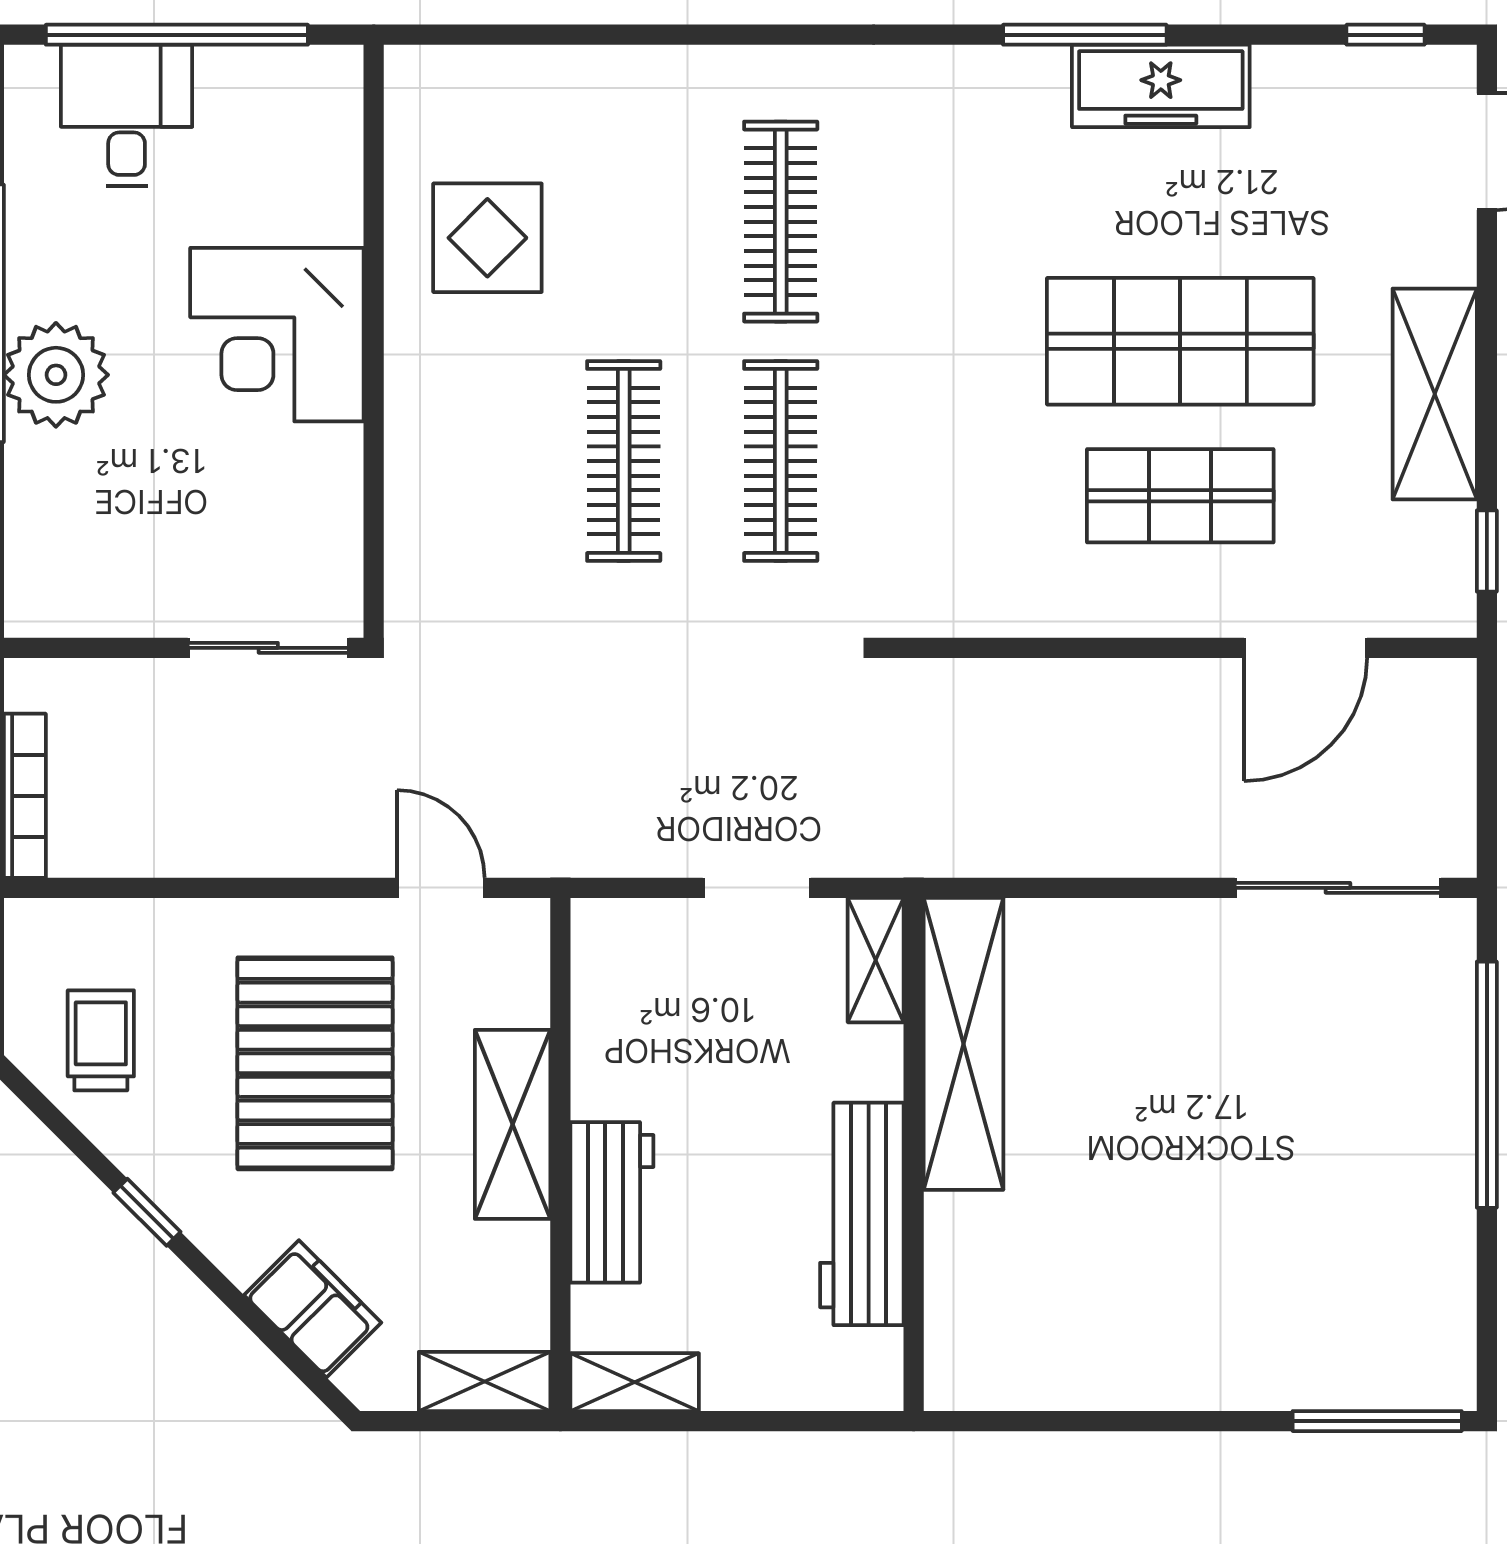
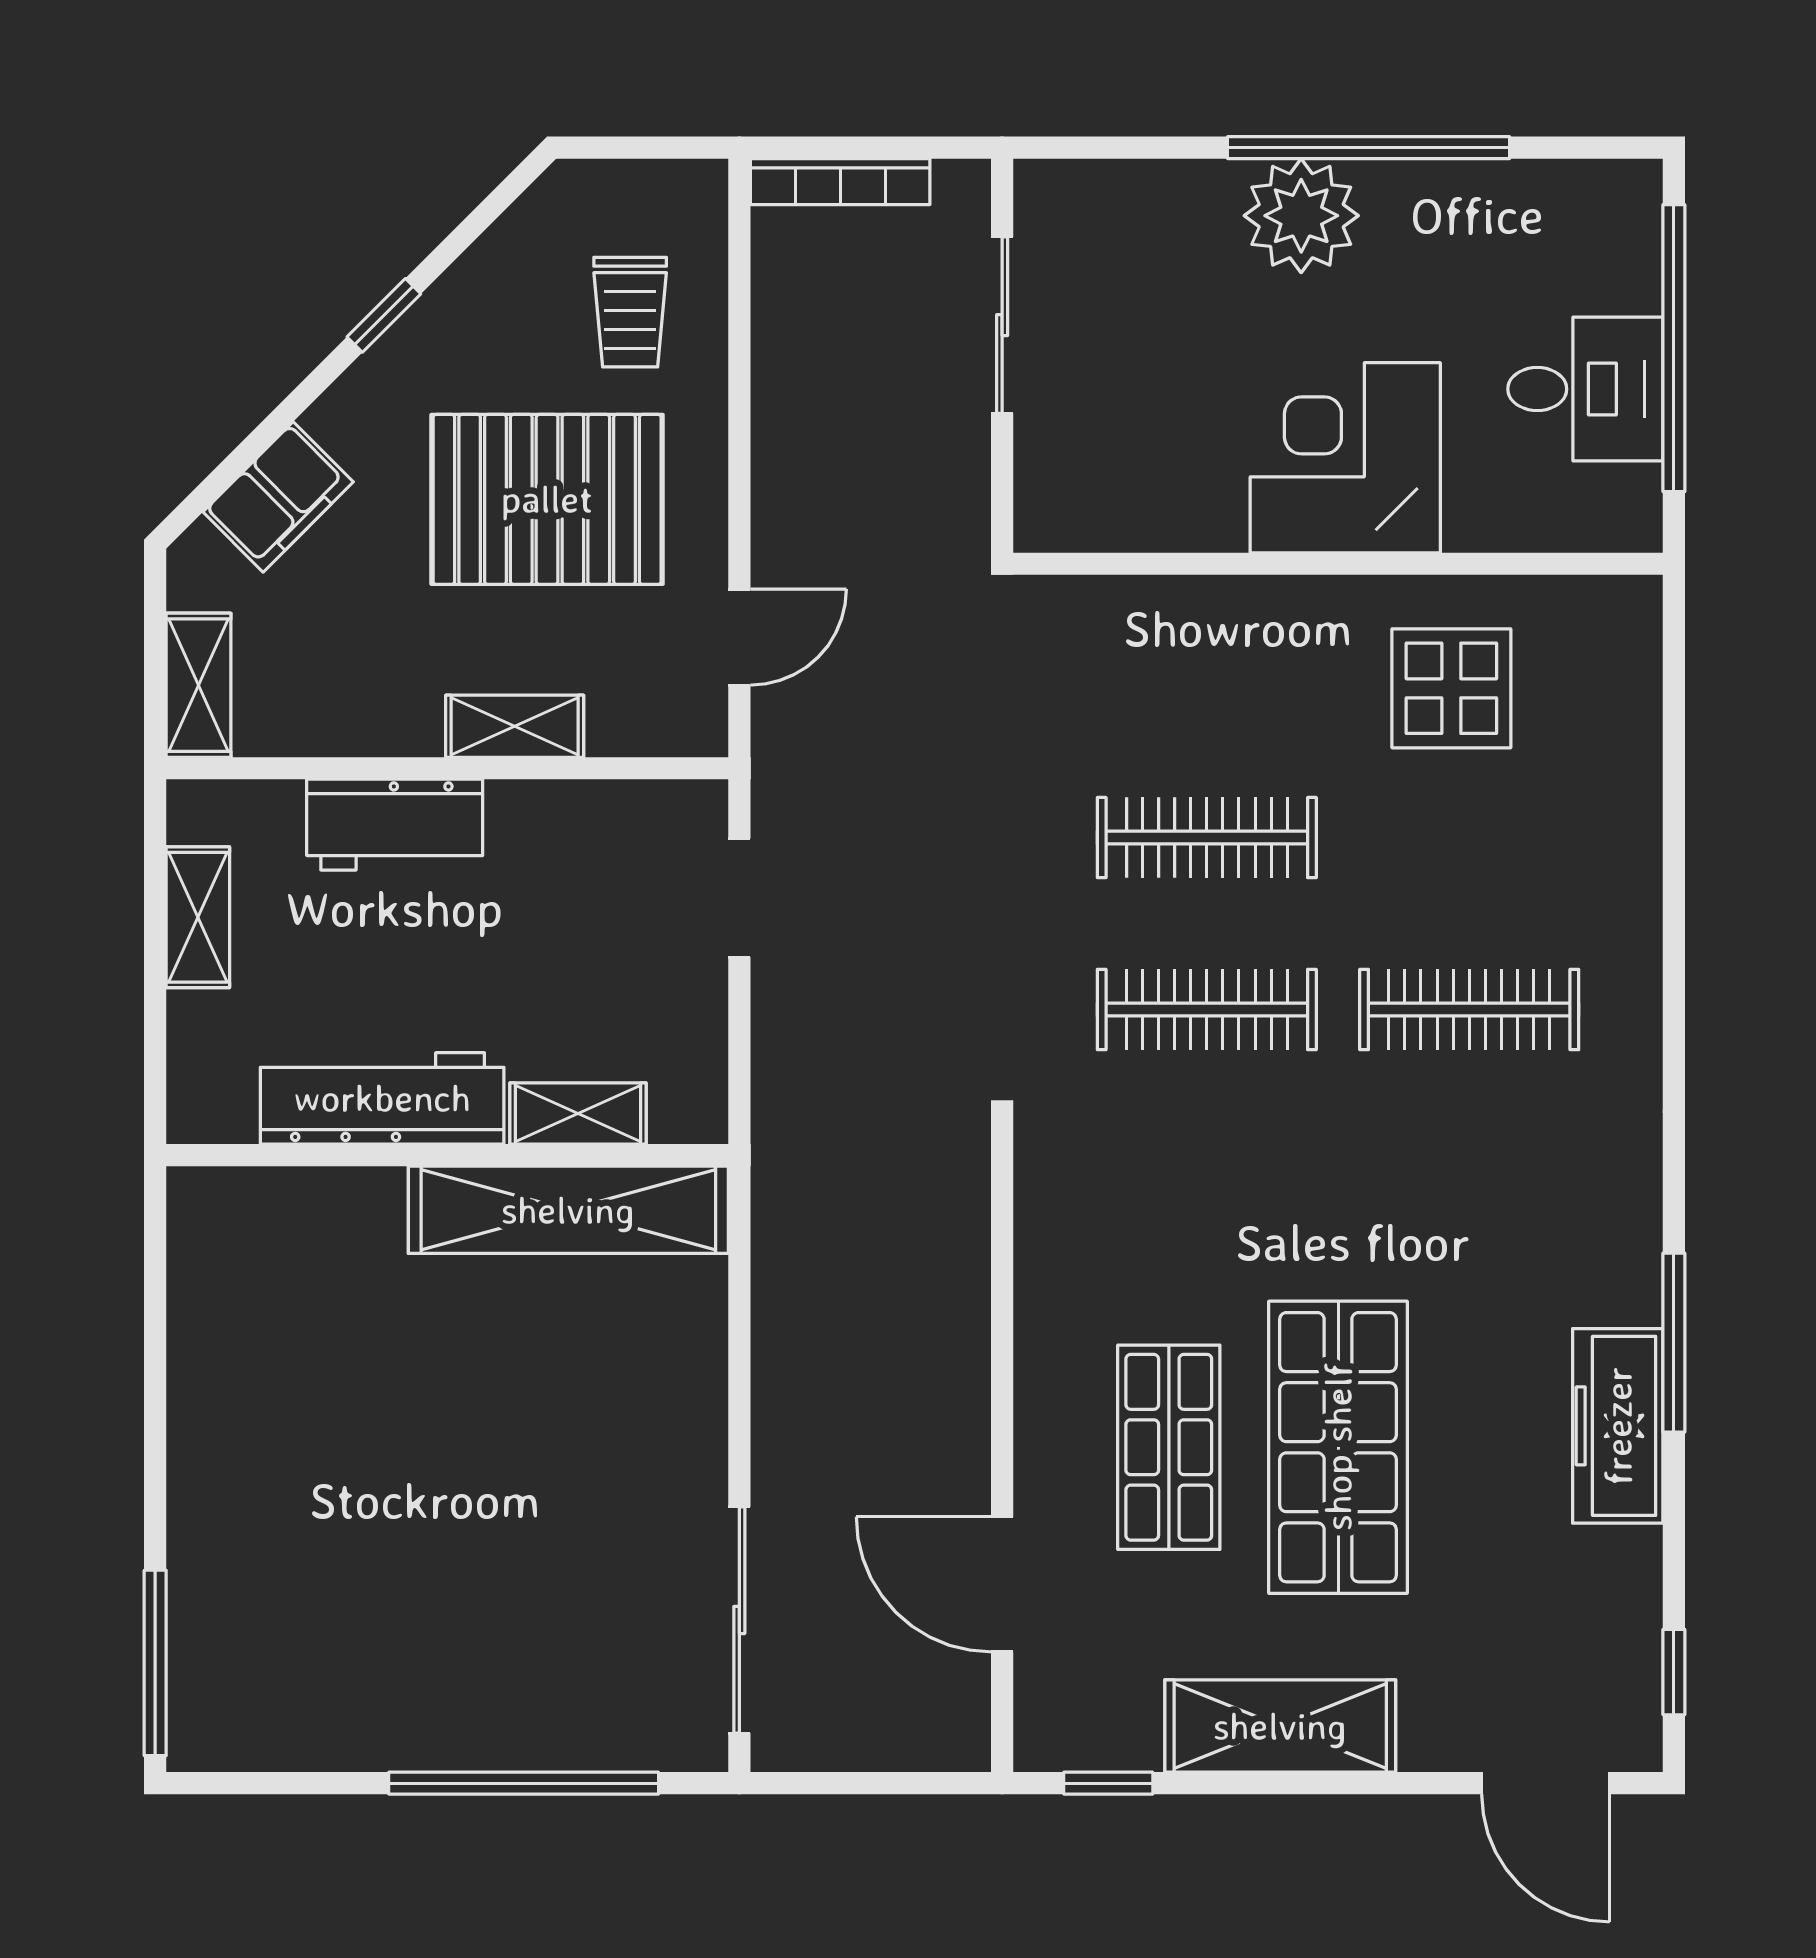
desk: (127, 115) -> (1585, 389), moved
sliding door: (268, 648) -> (1002, 325), moved
doorway: (757, 888) -> (739, 898), moved
shelving: (876, 960) -> (578, 1114), moved
trolley: (101, 1040) -> (630, 312), moved, turned 90
shelving: (513, 1124) -> (515, 726), width x0.67, depth x0.75
shelving: (635, 1382) -> (198, 917), moved

